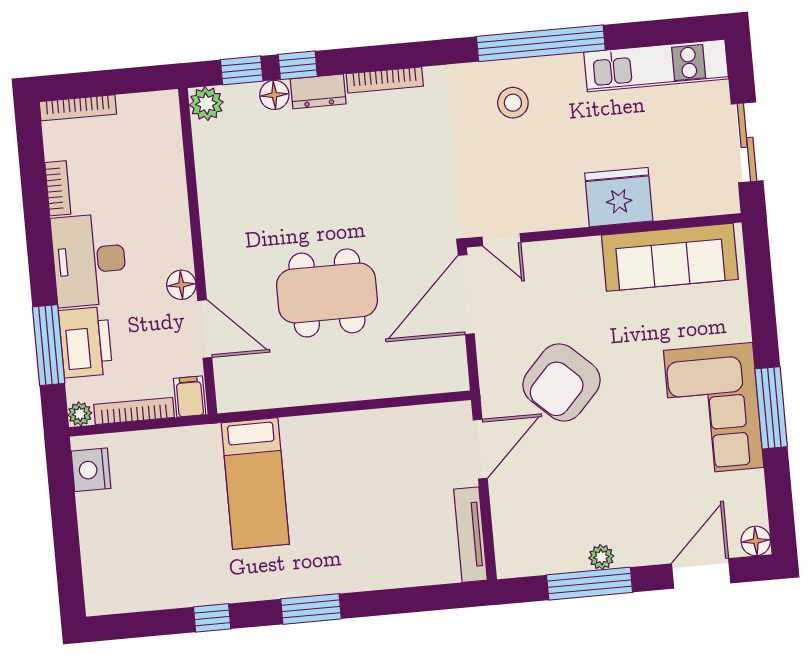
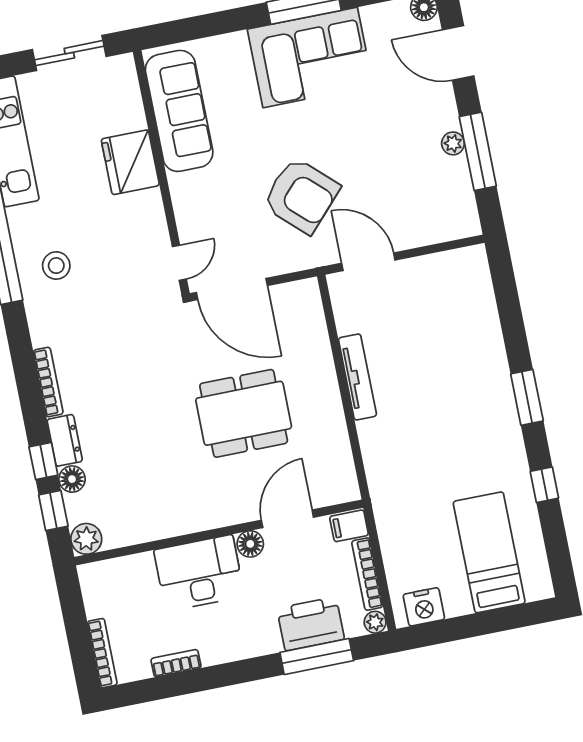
desk: (89, 260) -> (199, 573), moved, turned 180
dining table: (327, 293) -> (244, 413), turned 90
bed: (255, 483) -> (489, 552), moved, turned -90
tv unit: (471, 535) -> (357, 377), moved, turned -90

